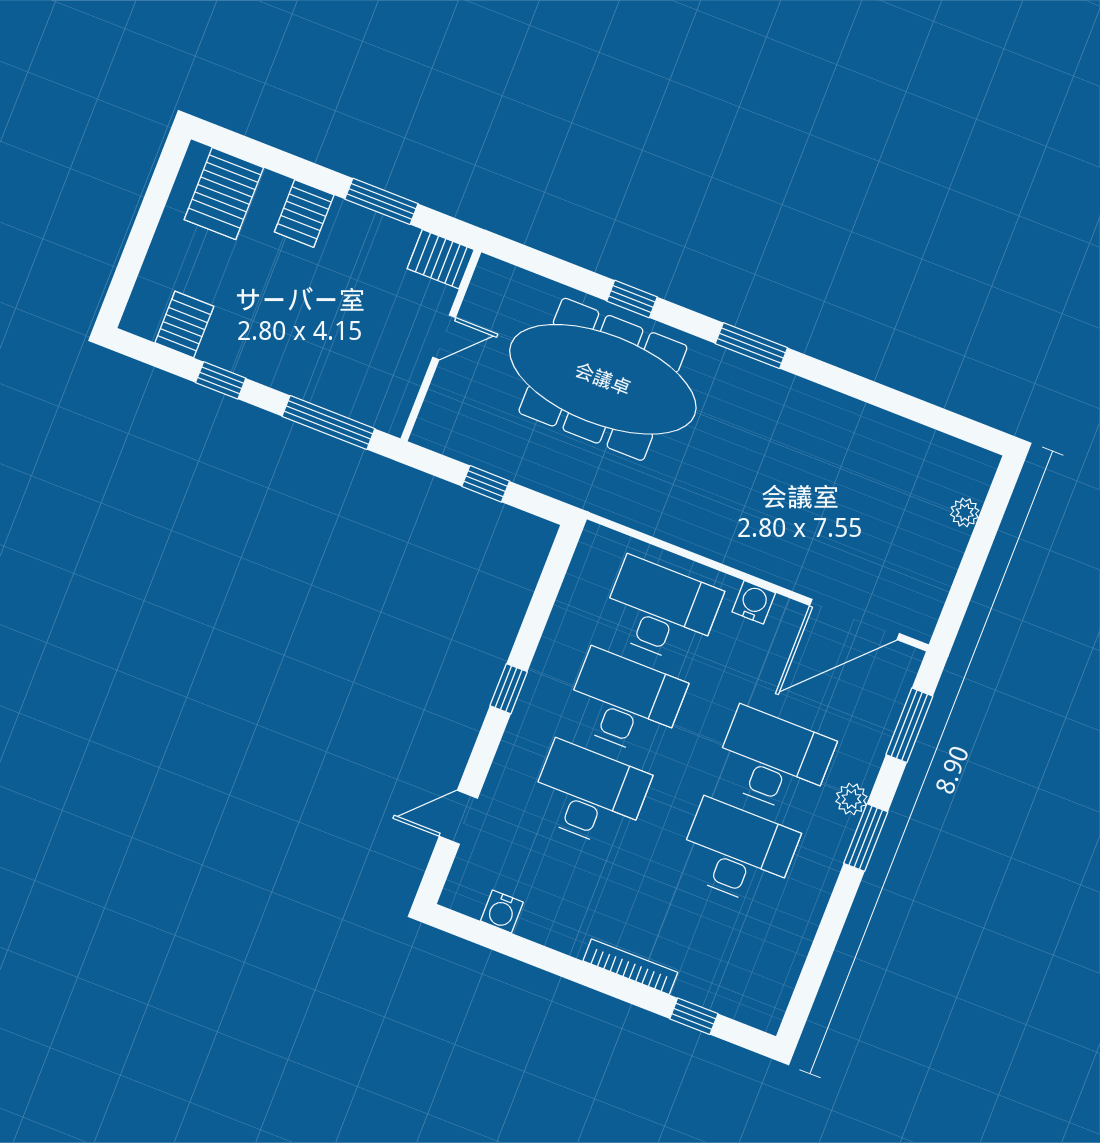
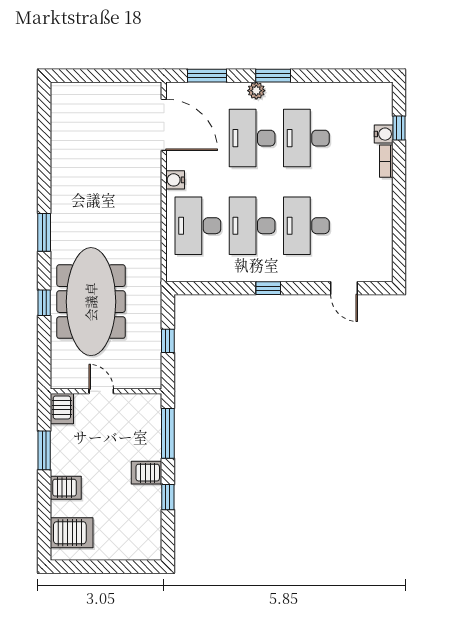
server rack: (184, 324) -> (146, 473), moved
plant: (965, 512) -> (87, 90), removed
water cooler: (502, 911) -> (384, 134), moved
bookcase: (630, 967) -> (386, 161), width x0.64

